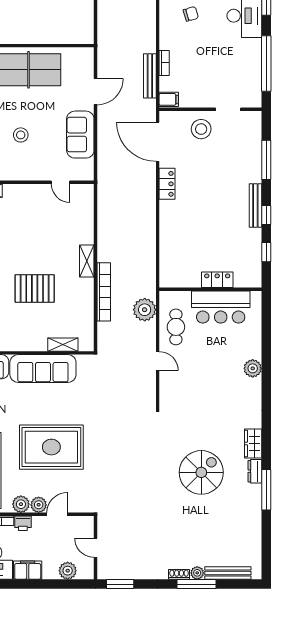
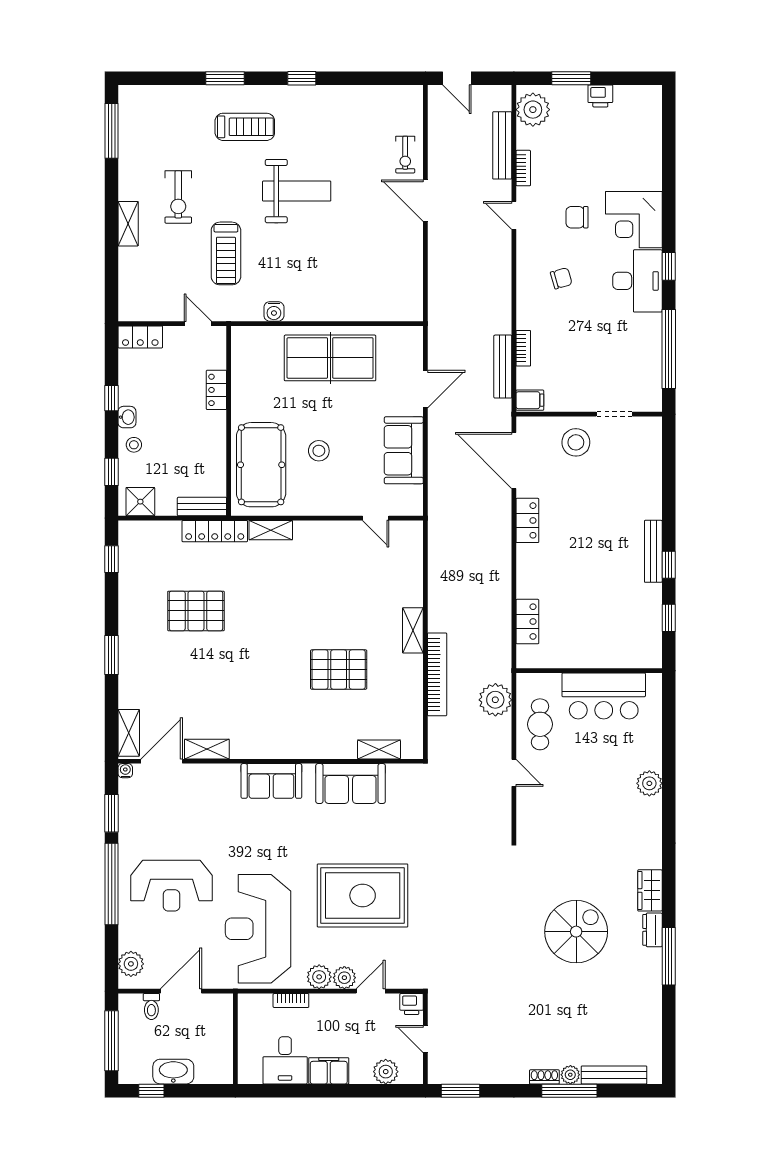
window: (266, 160) -> (669, 486), removed
locker: (217, 280) -> (527, 622), moved, turned 90
sofa: (43, 368) -> (351, 784), width x0.73
printer: (23, 523) -> (412, 1004), moved

